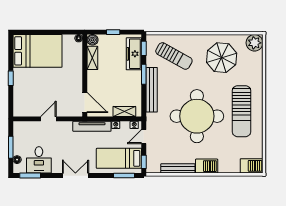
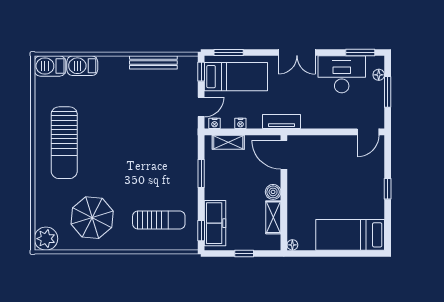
boiler: (92, 40) -> (273, 192), moved
bed: (37, 51) -> (350, 235), width x0.67
sun lounger: (174, 56) -> (159, 220), turned 151
window: (144, 74) -> (201, 174), moved
bench: (152, 90) -> (190, 173), removed
sun lounger: (241, 111) -> (64, 143), turned 180
round table: (197, 116) -> (127, 136), removed
door: (48, 119) -> (368, 132), moved
tv unit: (92, 126) -> (282, 121), width x0.71
desk: (39, 160) -> (342, 74), width x1.37
barbecue: (207, 166) -> (82, 66), moved

